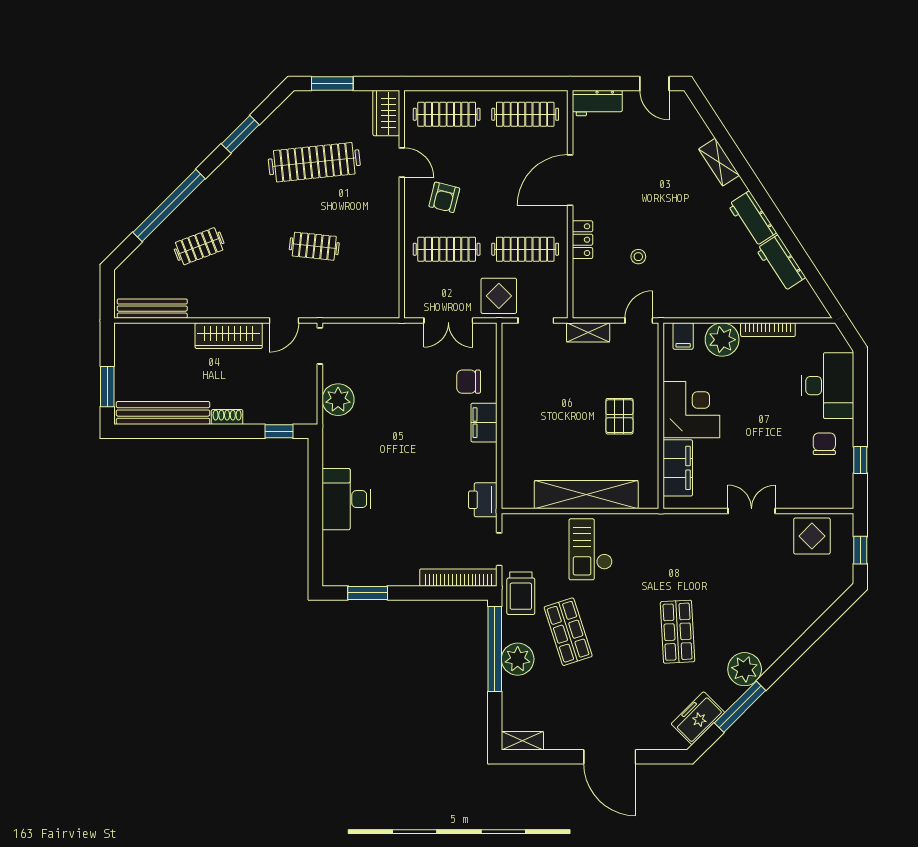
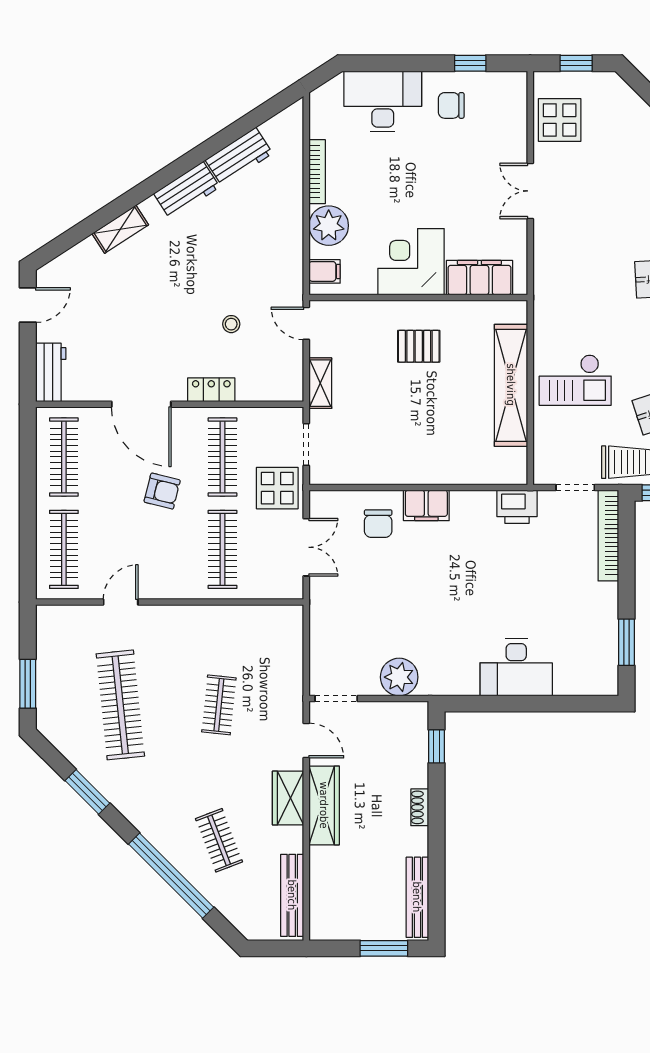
wardrobe: (386, 113) -> (288, 798), moved, turned 90
armchair: (444, 197) -> (162, 491), moved
bench: (163, 413) -> (417, 897), width x0.73, depth x0.82

